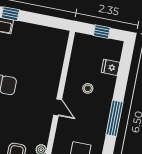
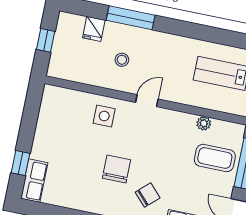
side table: (46, 76) -> (104, 116), added
window: (114, 118) -> (131, 18), moved

